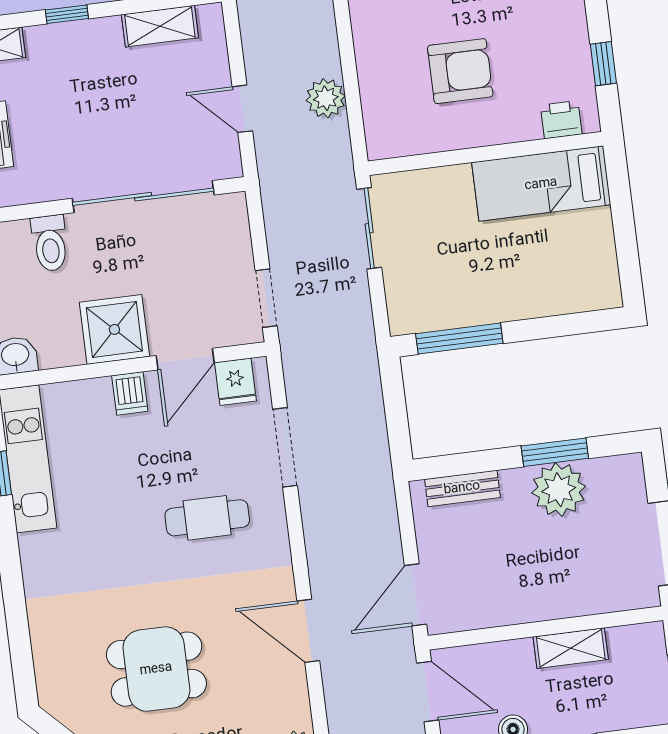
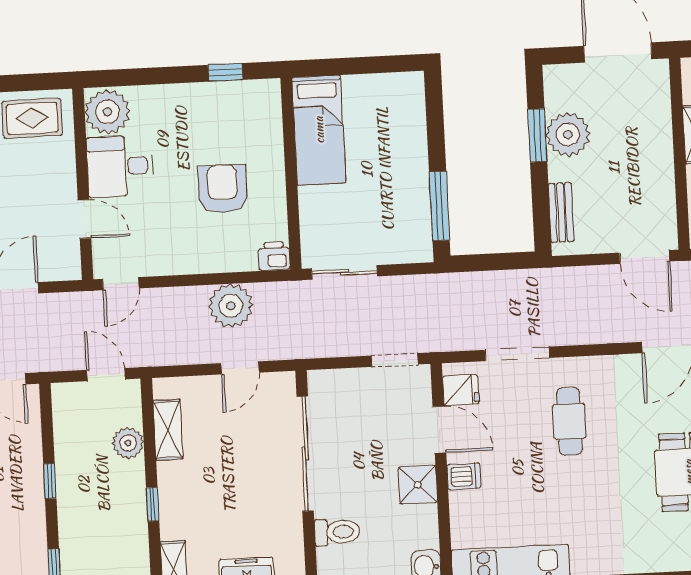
plant: (326, 98) -> (231, 306), width x1.36, depth x1.36
printer: (561, 120) -> (274, 256), moved, turned 90
shower: (114, 329) -> (418, 485), width x0.73, depth x0.73

